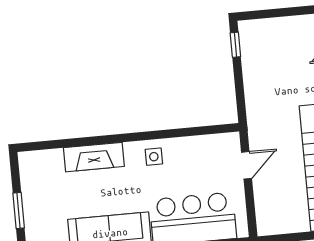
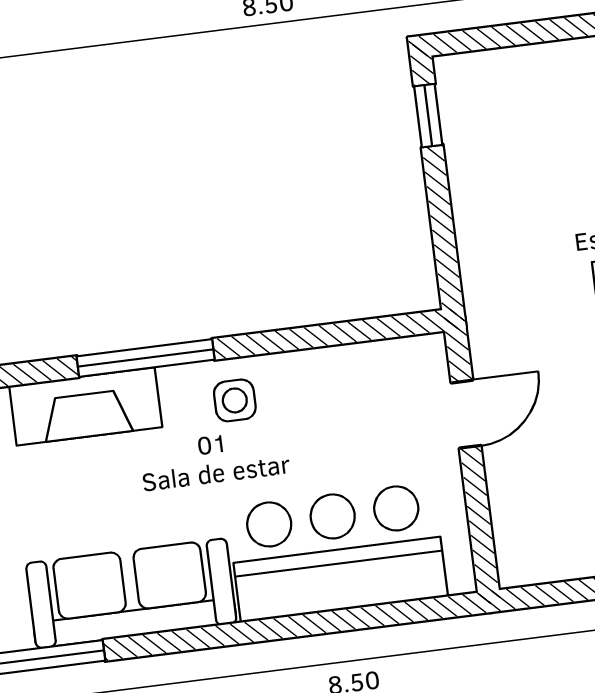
window: (119, 138) -> (146, 358), added

